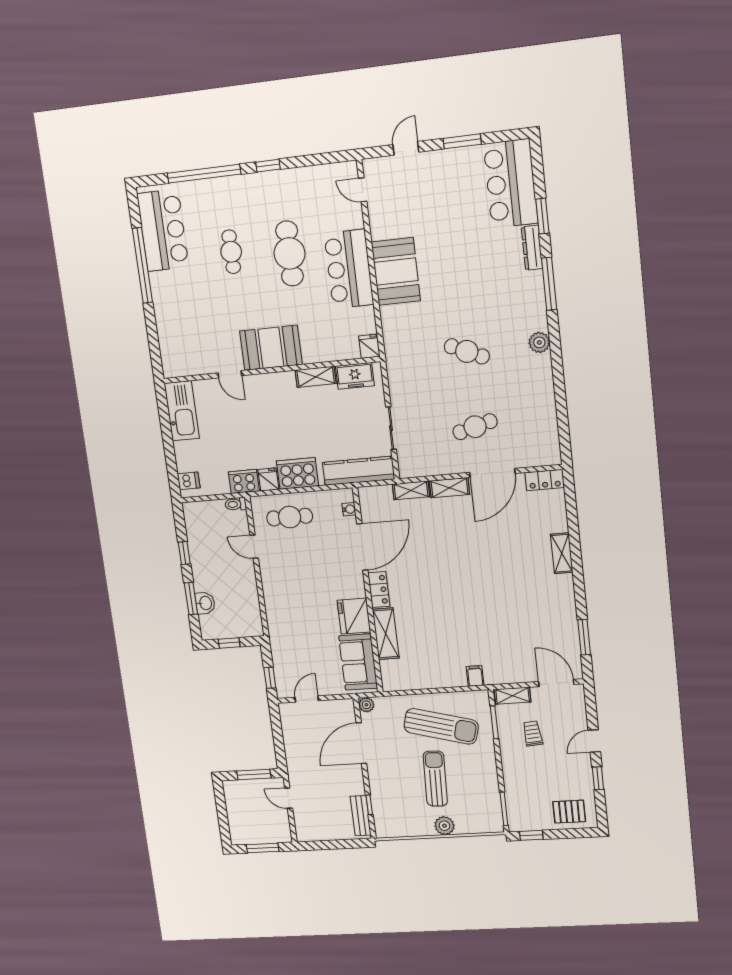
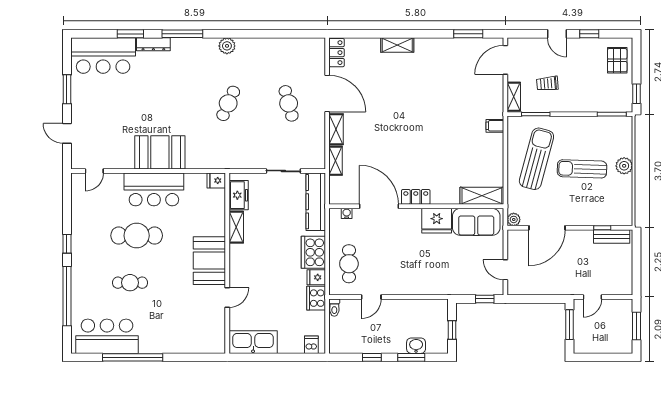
shelving: (386, 634) -> (482, 196), moved
door: (361, 743) -> (547, 228), hinge flipped

